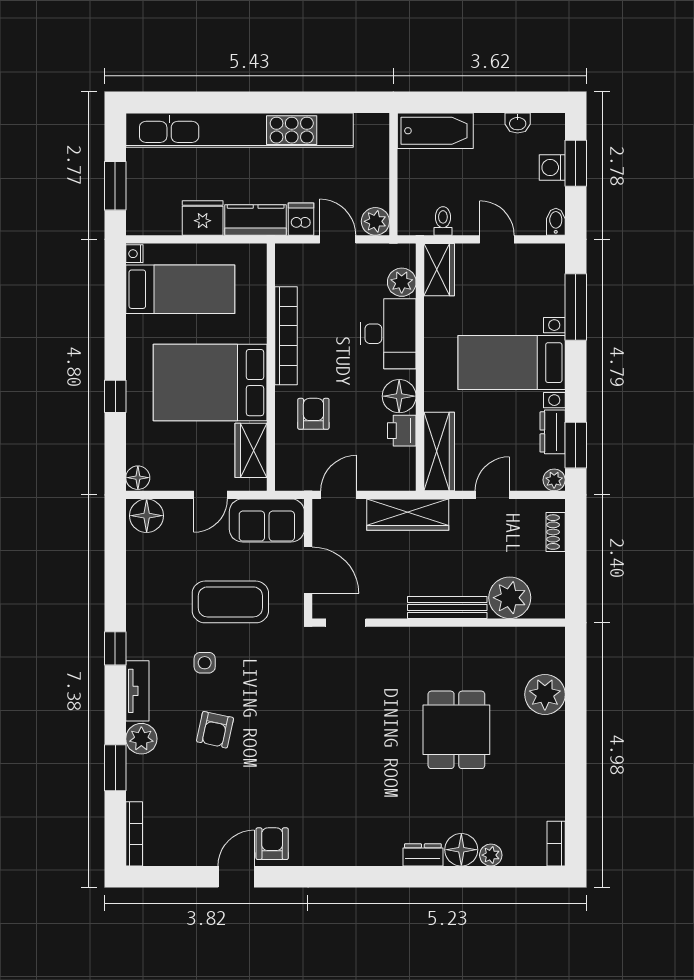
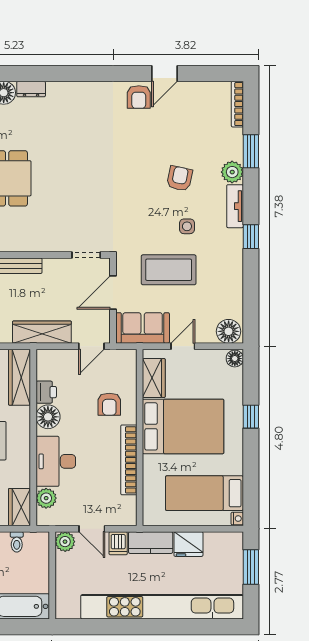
door: (308, 570) -> (113, 292), hinge flipped

